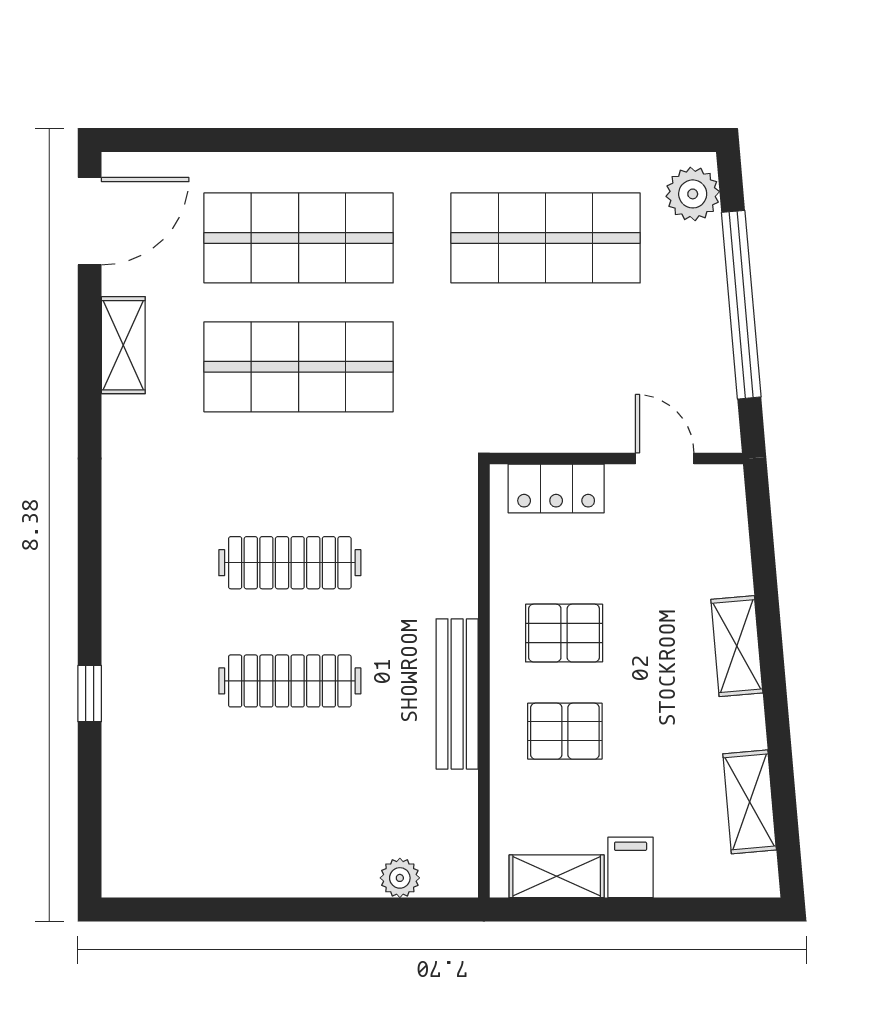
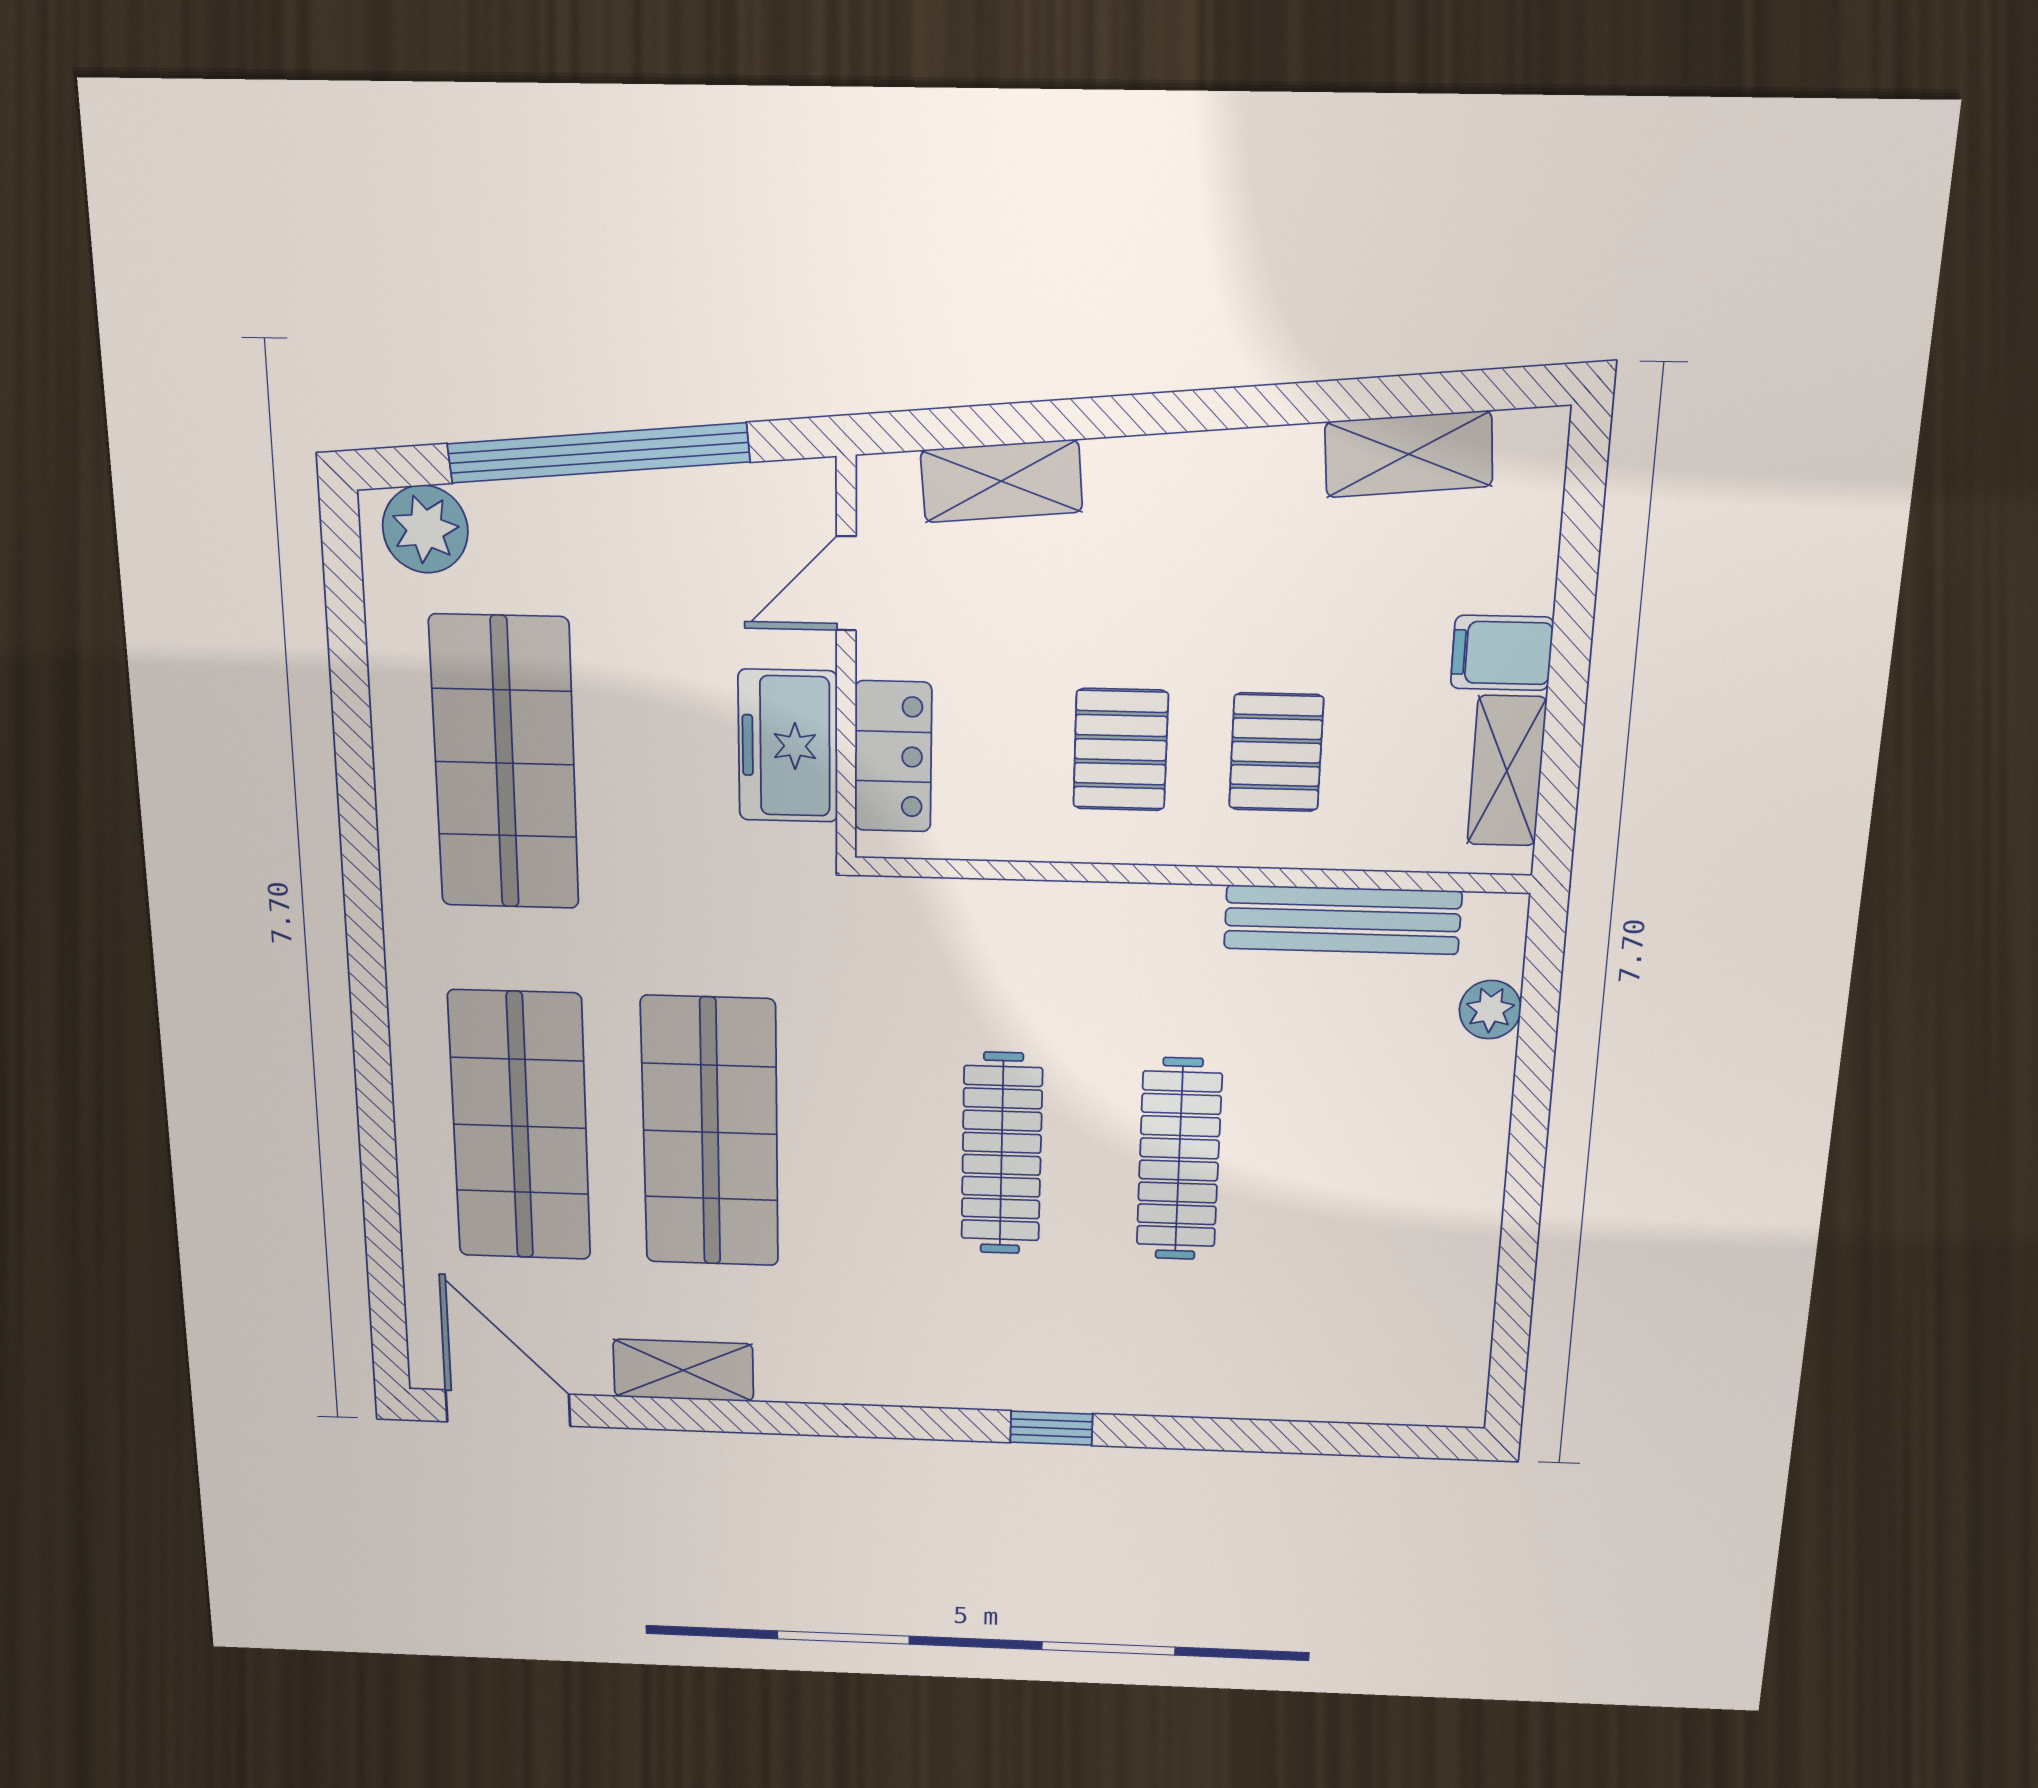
freezer: (561, 421) -> (788, 746), added
shelving: (737, 646) -> (1002, 481), moved
window: (90, 694) -> (1051, 1428), moved
bench: (457, 694) -> (1343, 920), moved

